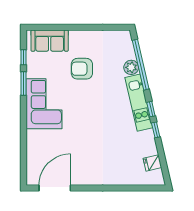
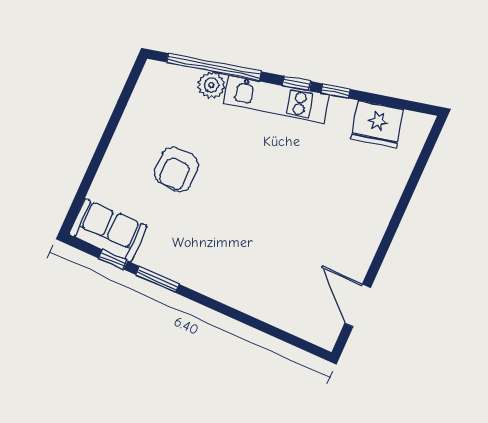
sofa: (50, 41) -> (108, 230), moved, turned -90
corner sofa: (44, 104) -> (207, 260), removed
fridge: (152, 163) -> (377, 124), width x1.88, depth x1.34
door: (55, 188) -> (358, 305), width x0.73

